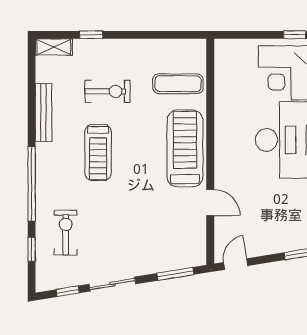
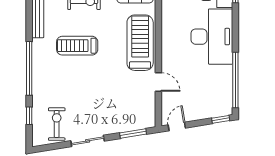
treadmill: (98, 152) -> (77, 46), turned 90
exercise bike: (66, 233) -> (57, 124), moved
window: (68, 291) -> (55, 146), removed

